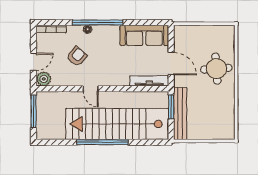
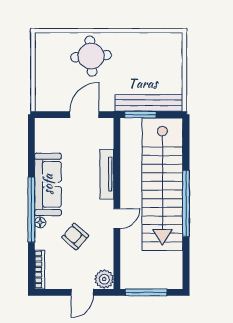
sofa: (144, 35) -> (48, 184), moved
door: (34, 62) -> (82, 292), swing flipped
tv unit: (149, 81) -> (107, 174), moved

